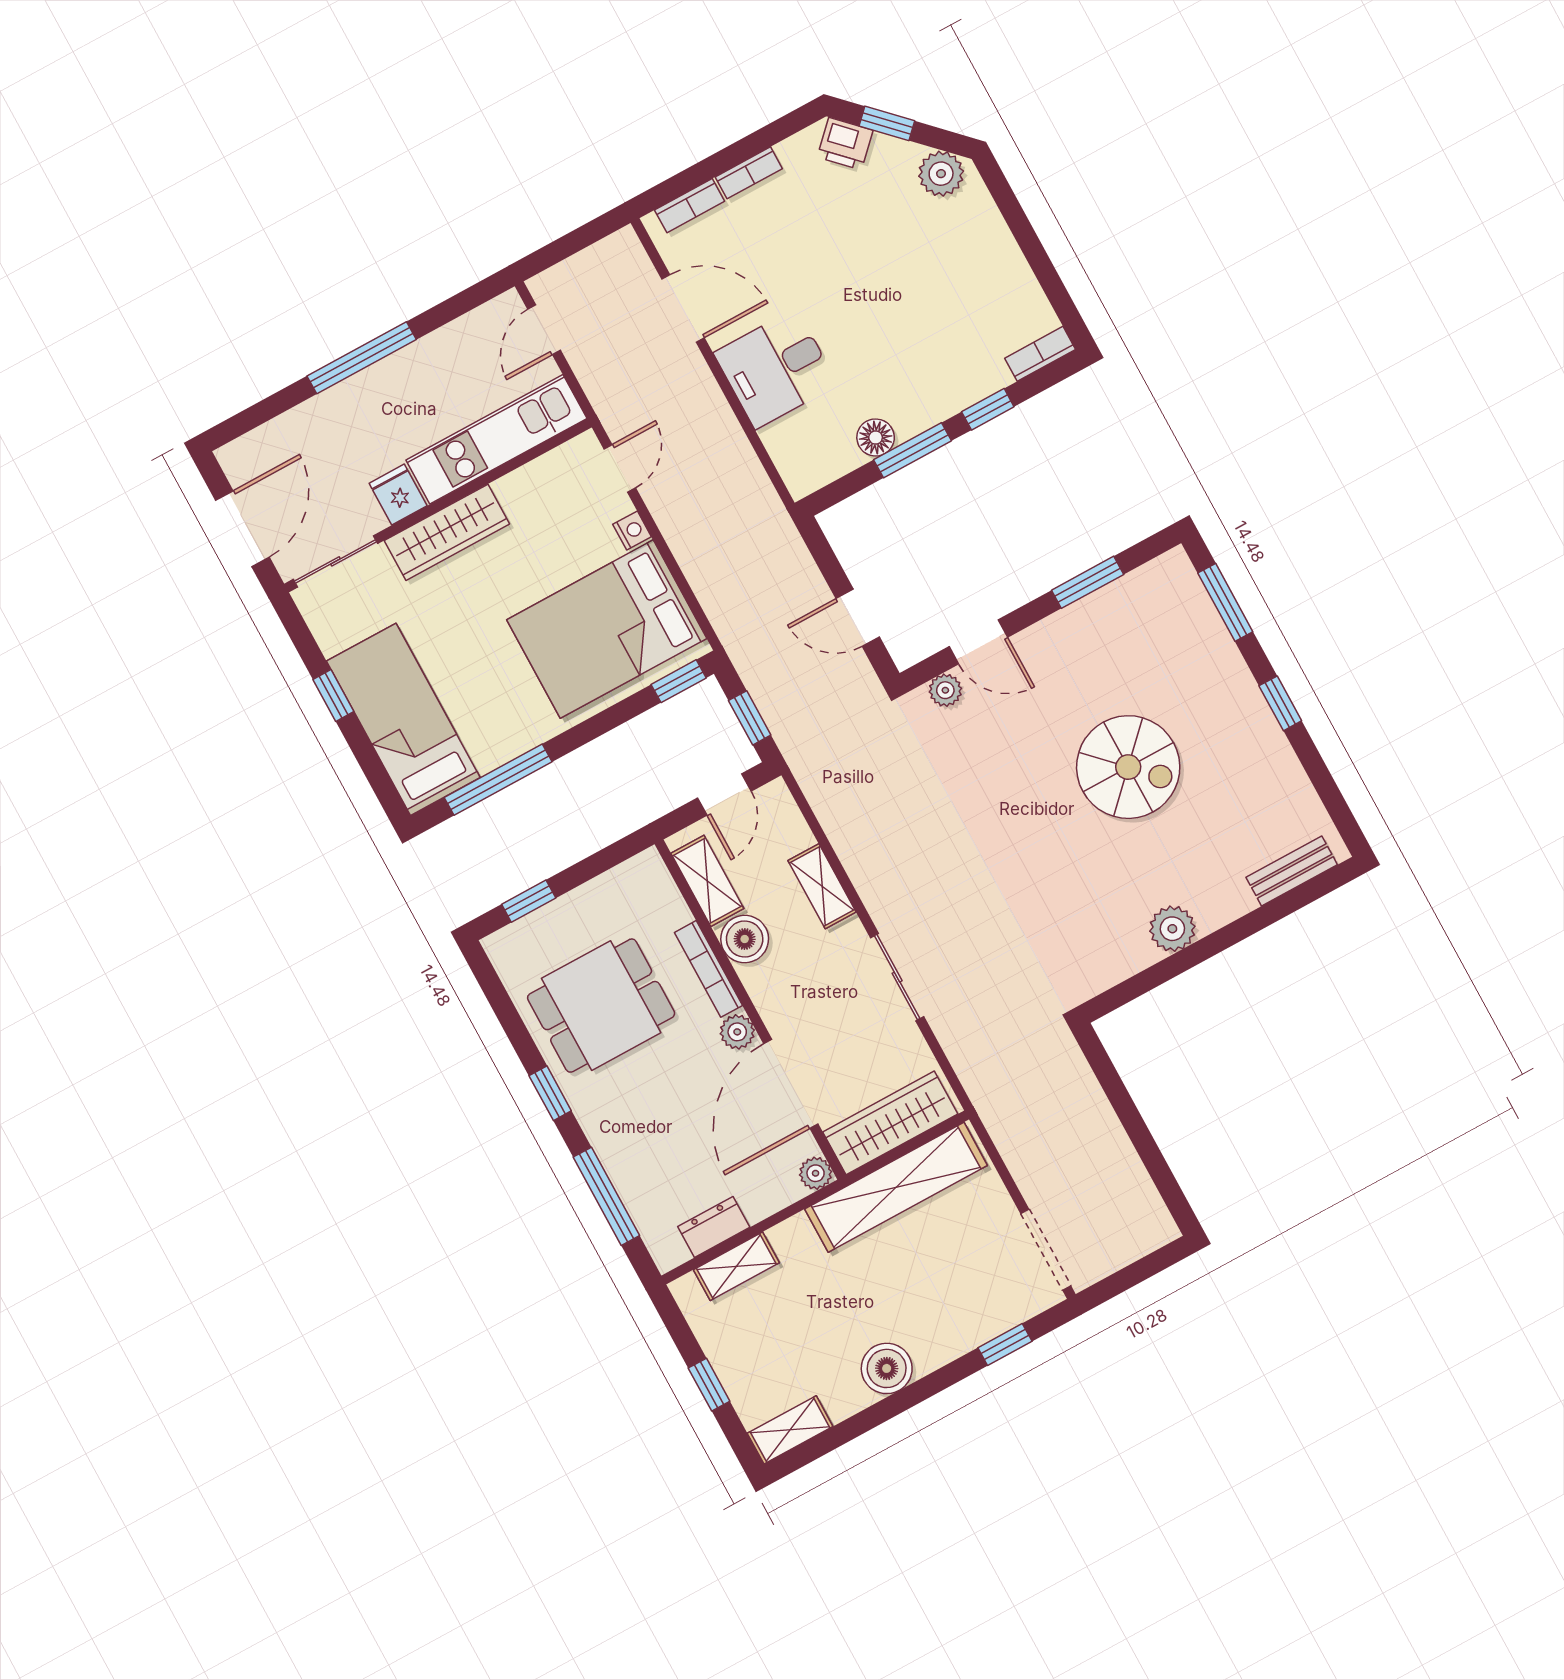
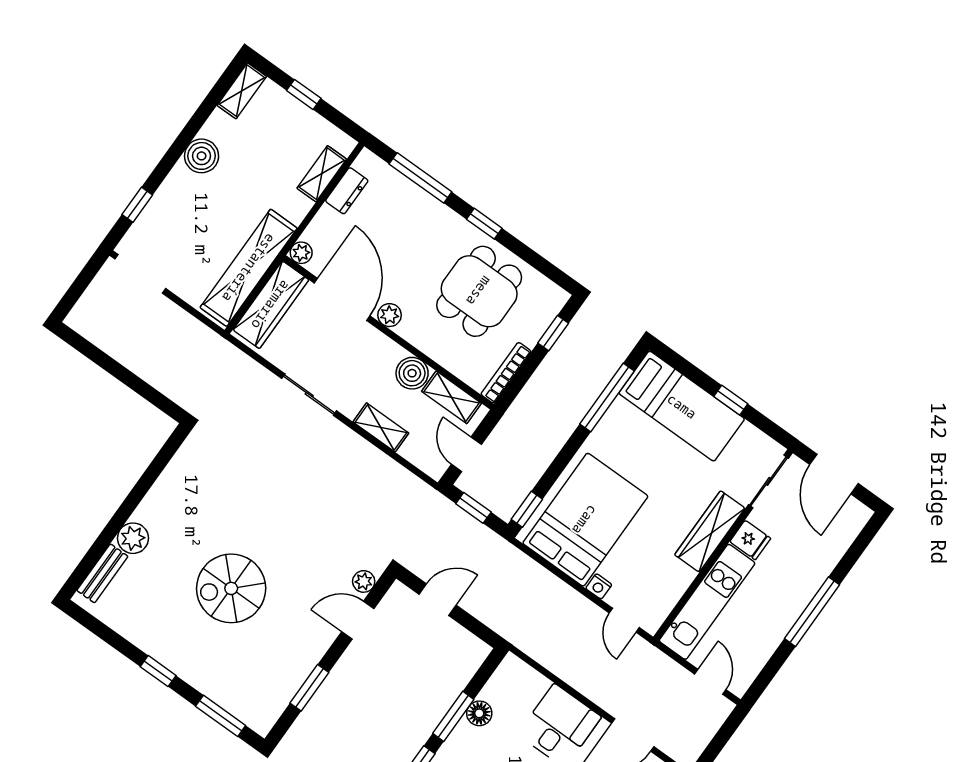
plant: (1172, 929) -> (133, 538), moved
bookcase: (708, 969) -> (506, 373), moved, turned -90

